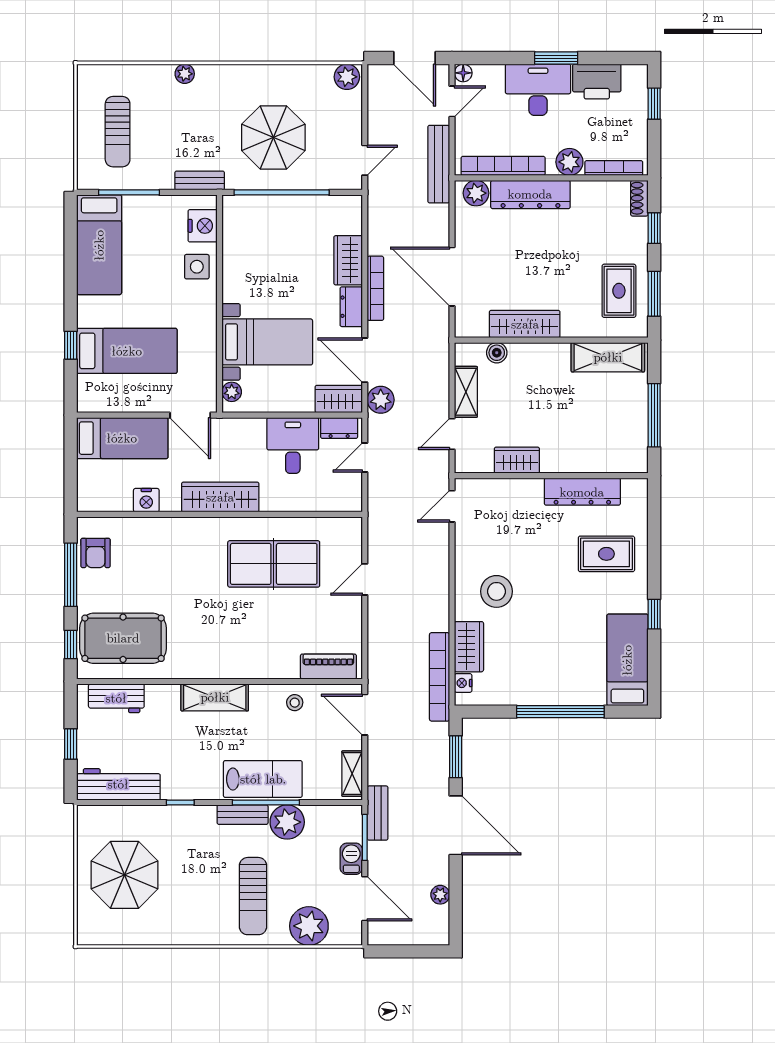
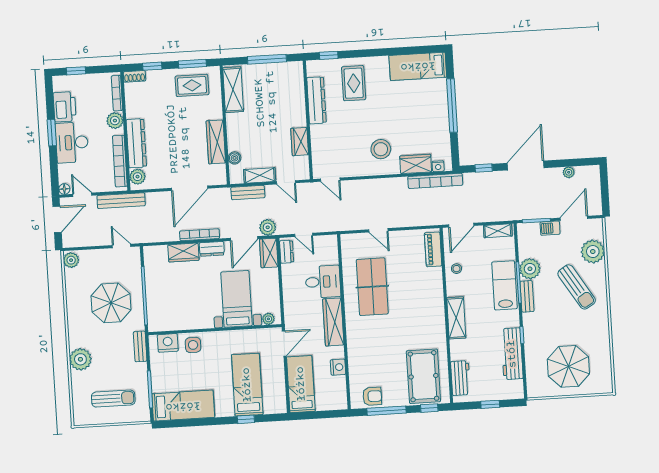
plant: (185, 74) -> (80, 359), width x1.88, depth x1.88
desk: (293, 445) -> (323, 282), moved, turned 180
window: (654, 614) -> (329, 55), moved
window: (456, 757) -> (484, 168), width x0.67
workbench: (118, 784) -> (512, 354), moved
bench: (378, 813) -> (248, 193), moved
sun lounger: (253, 896) -> (577, 287), turned 58

